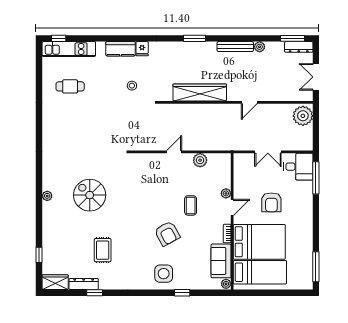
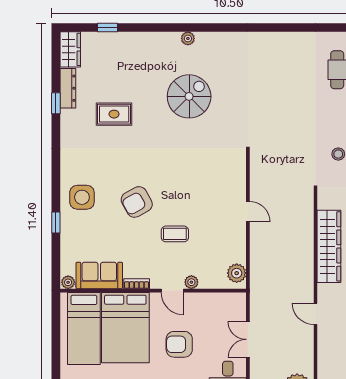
plant: (200, 160) -> (237, 273), moved

